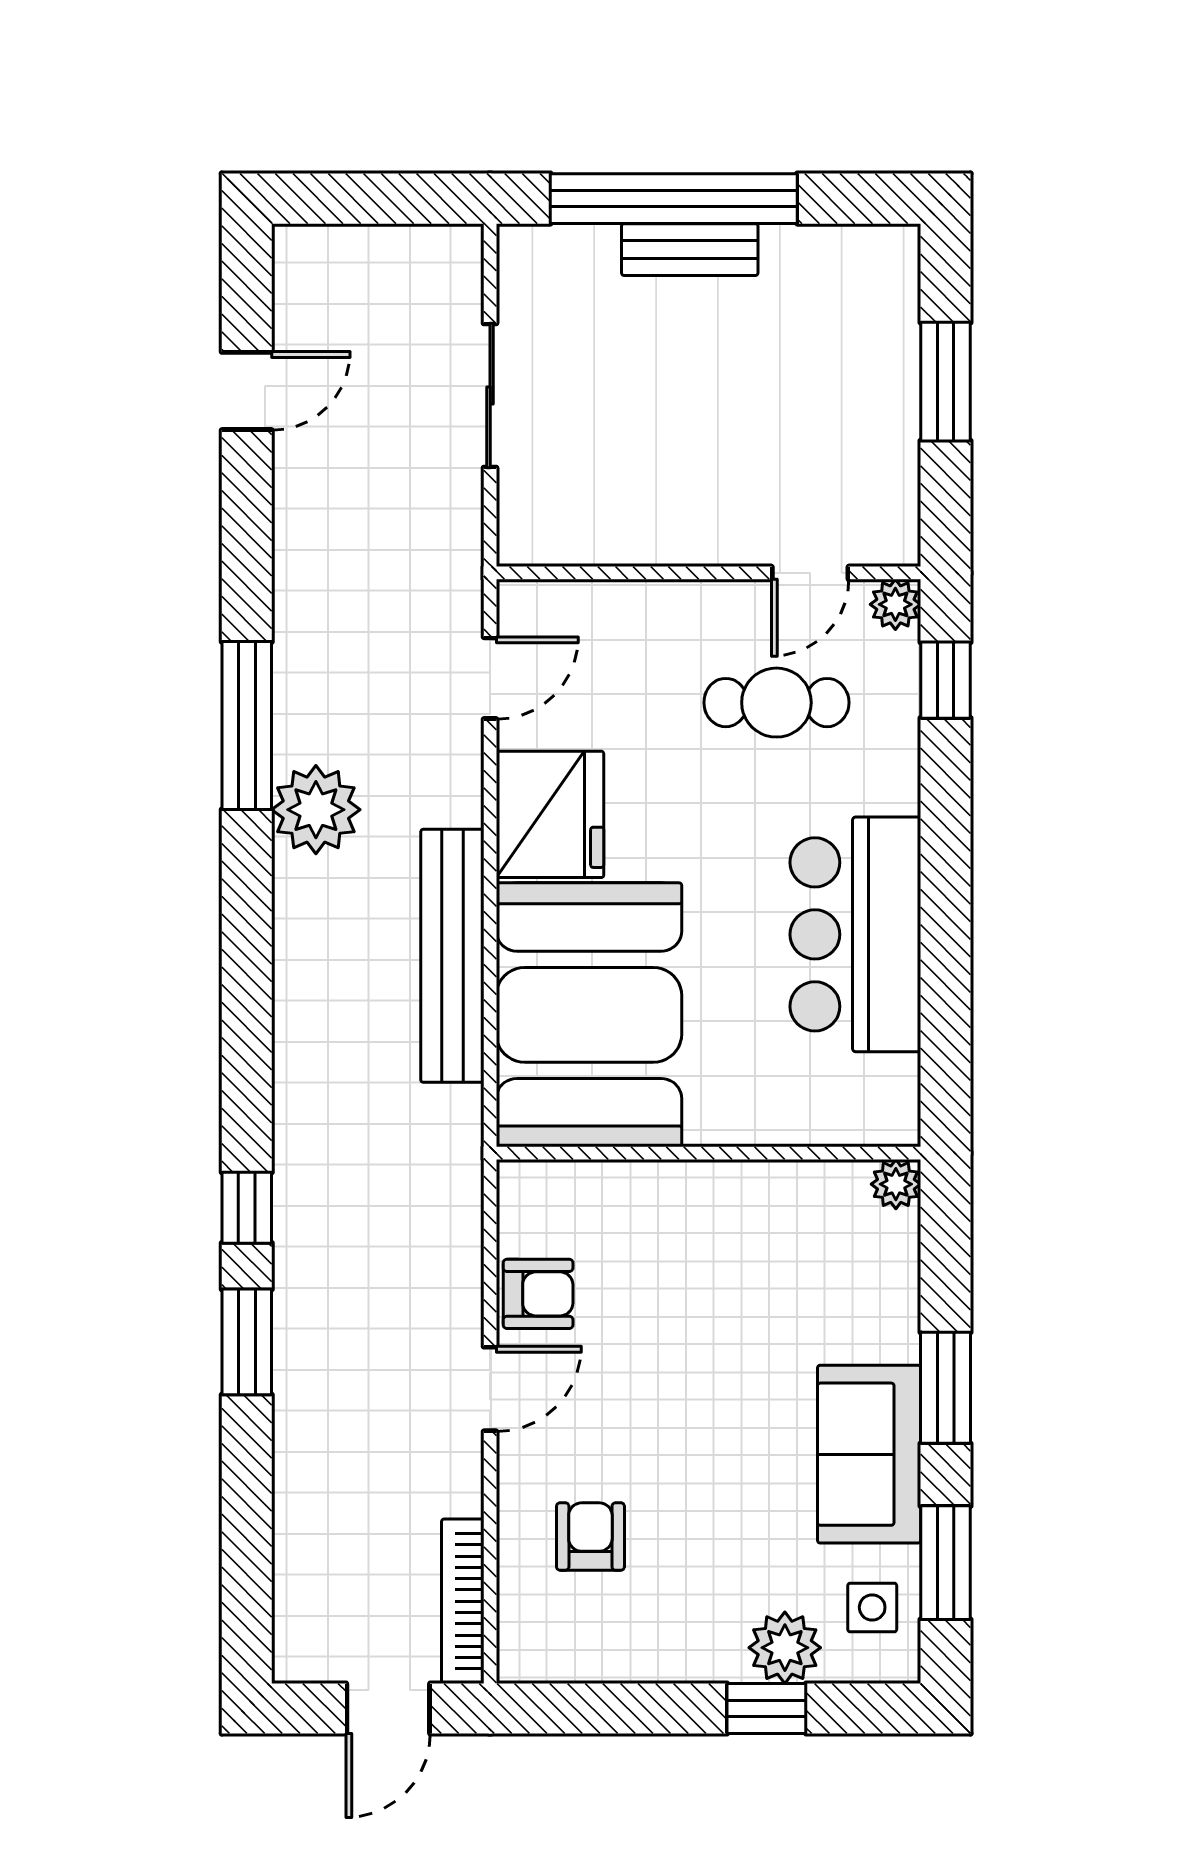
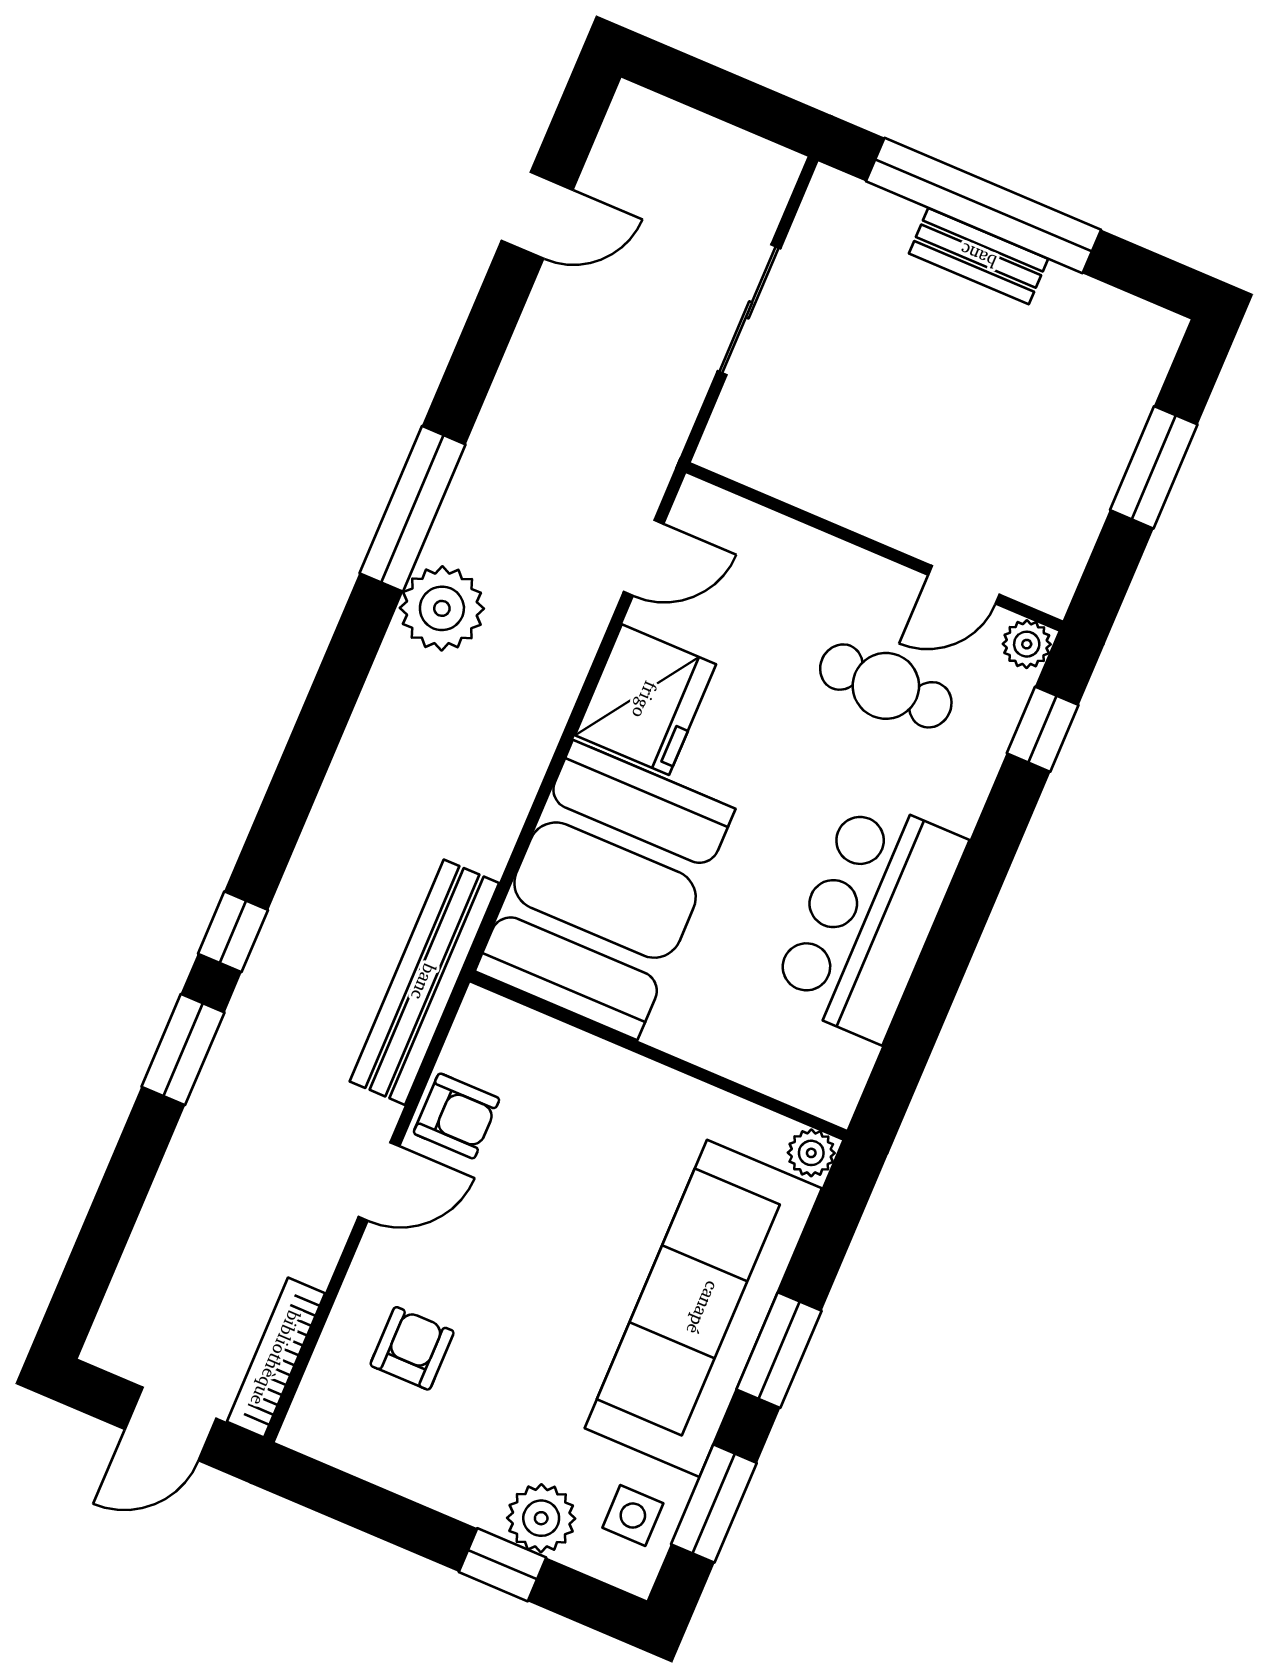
bench: (452, 956) -> (424, 982), moved
sofa: (869, 1454) -> (703, 1308), width x1.85, depth x1.27

